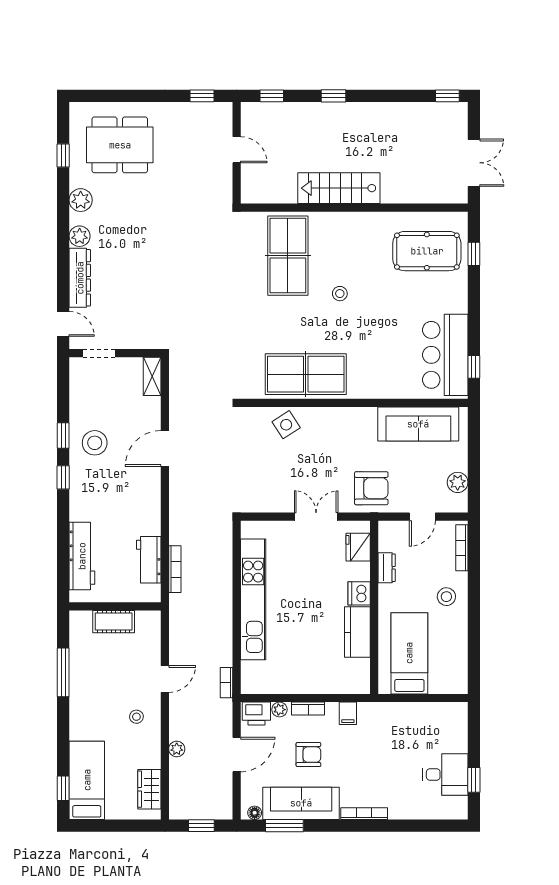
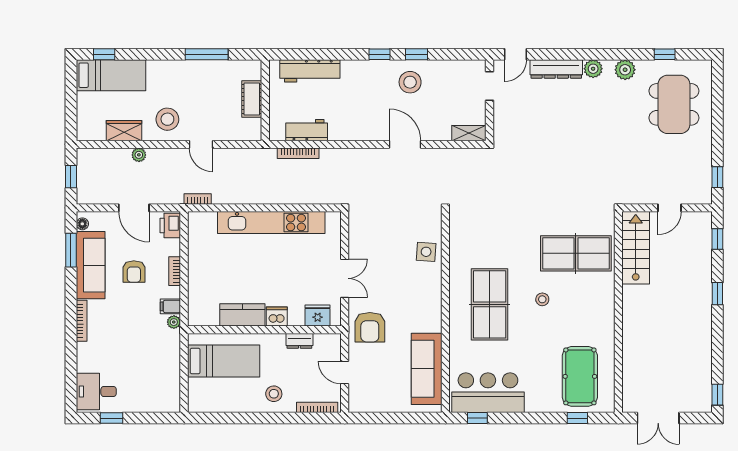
stairs: (339, 188) -> (636, 248), moved
table tennis table: (306, 374) -> (490, 304), moved
side table: (286, 425) -> (426, 252), turned 37
plant: (458, 482) -> (375, 404), removed
plant: (279, 710) -> (174, 322), moved
stool: (136, 717) -> (167, 119), width x1.89, depth x1.89
desk: (445, 774) -> (96, 391), moved, turned 90
wardrobe: (149, 789) -> (124, 131), moved

